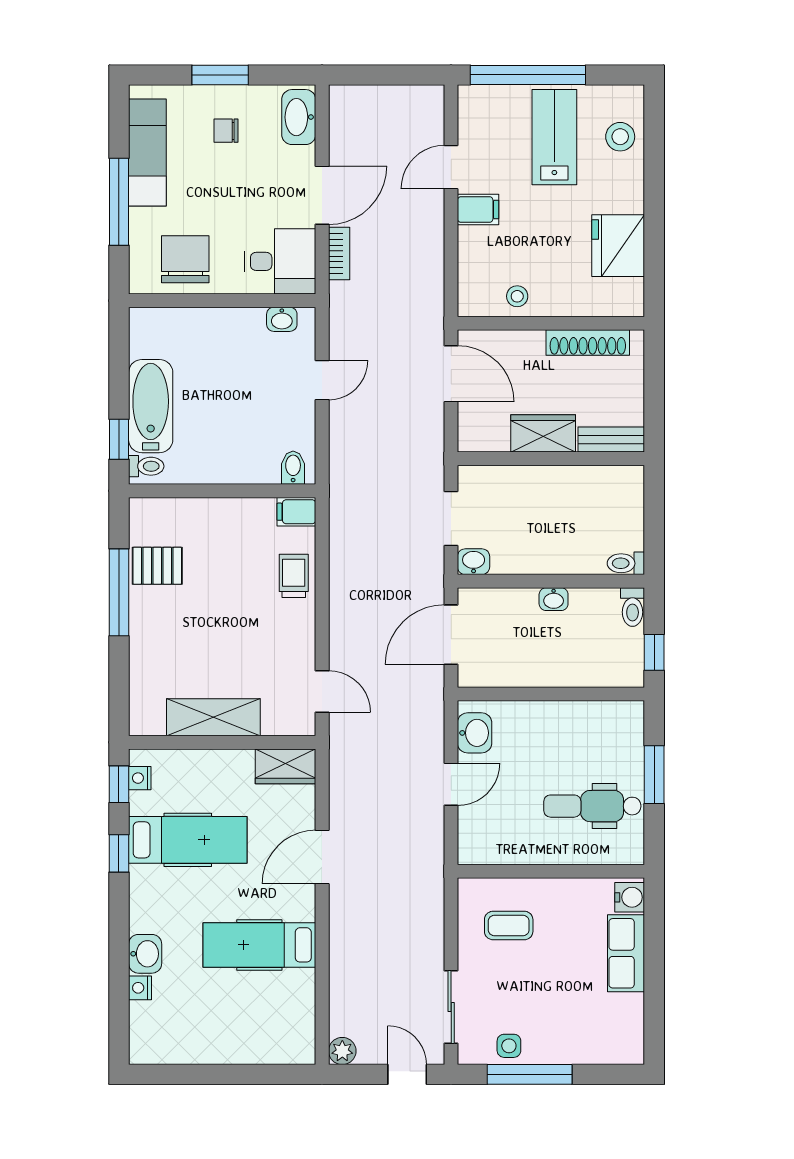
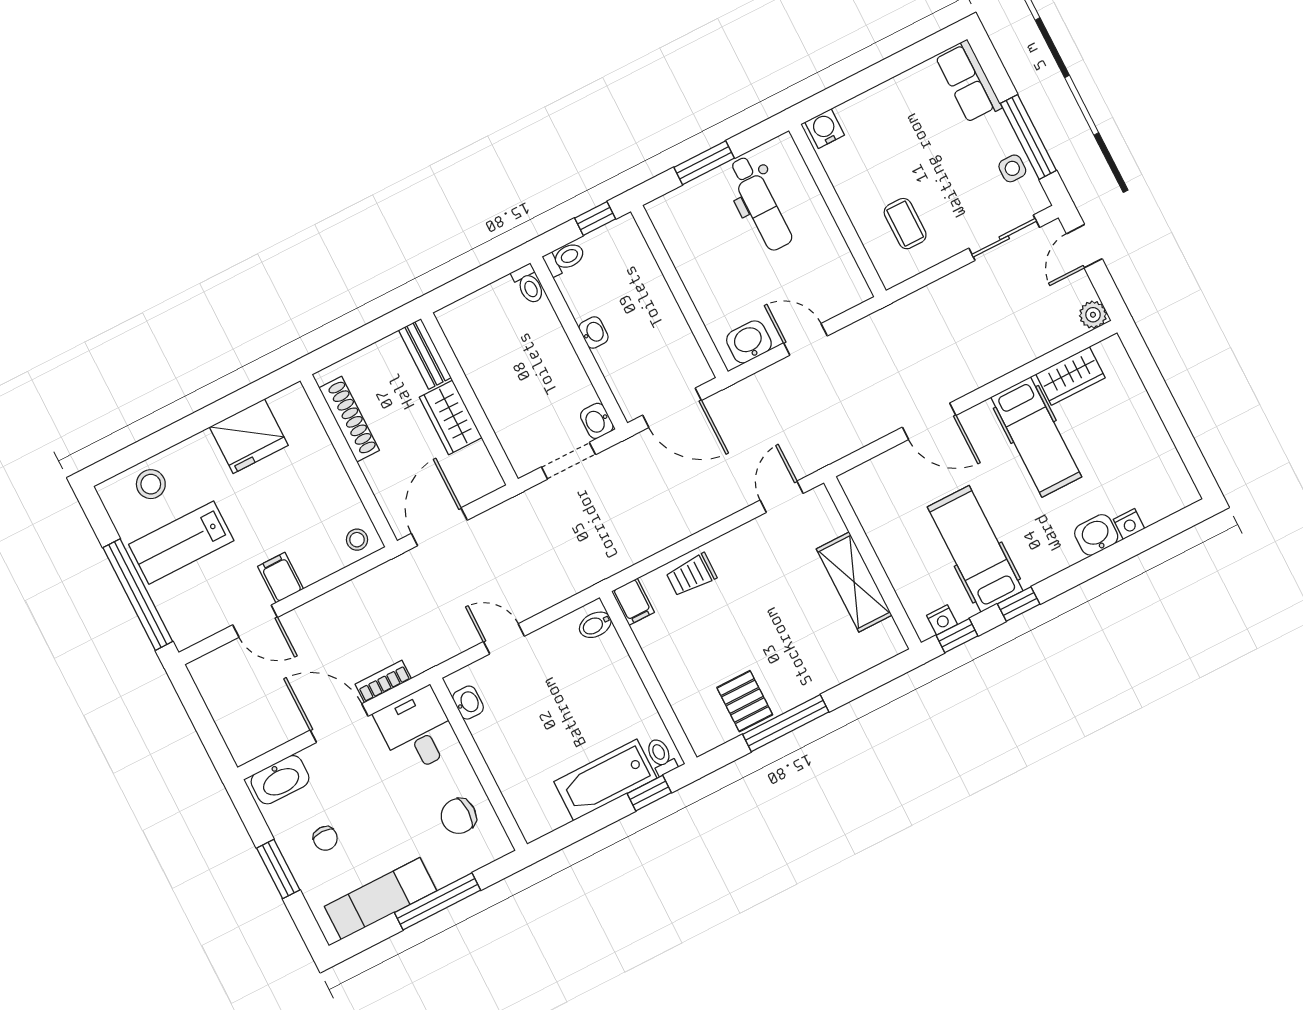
chair: (185, 259) -> (459, 816), width x0.73, depth x0.73
stool: (517, 296) -> (357, 540), moved
wardrobe: (285, 766) -> (1070, 376), moved, turned 90
row of seats: (626, 953) -> (968, 82), moved, turned 90

